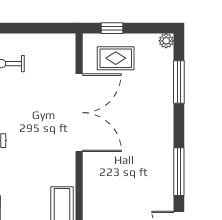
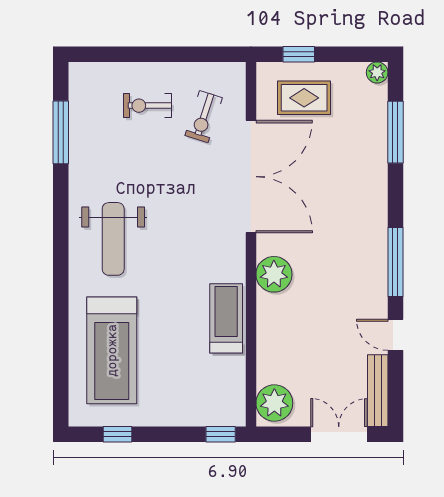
exercise bike: (46, 71) -> (204, 117), added
plant: (95, 180) -> (274, 274), added

